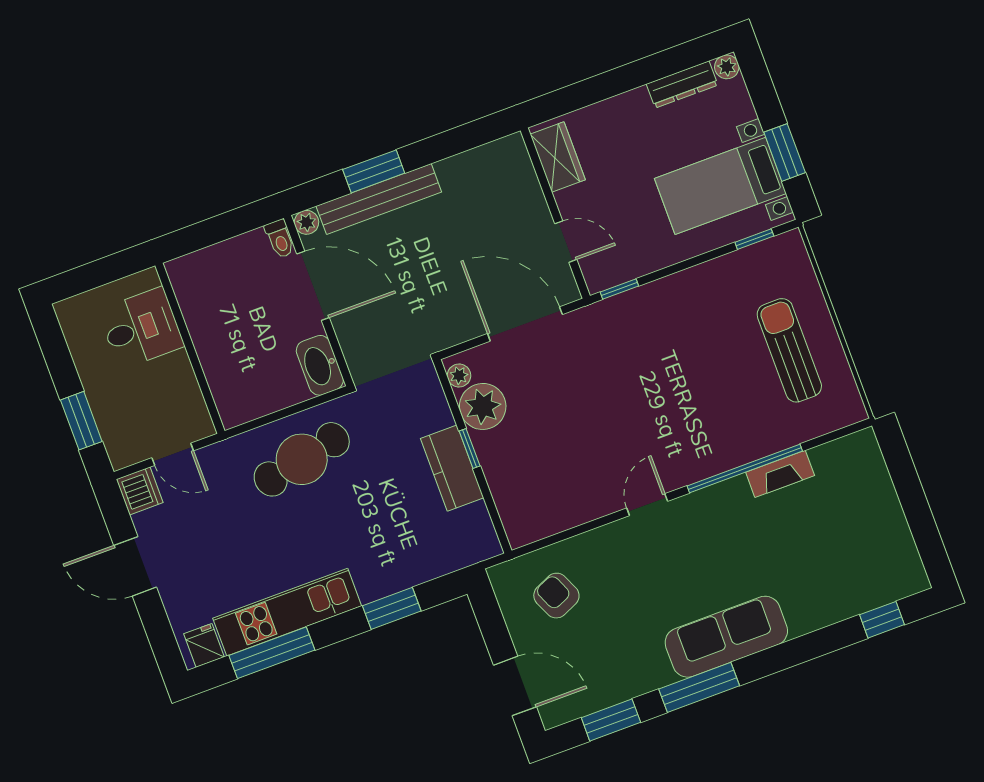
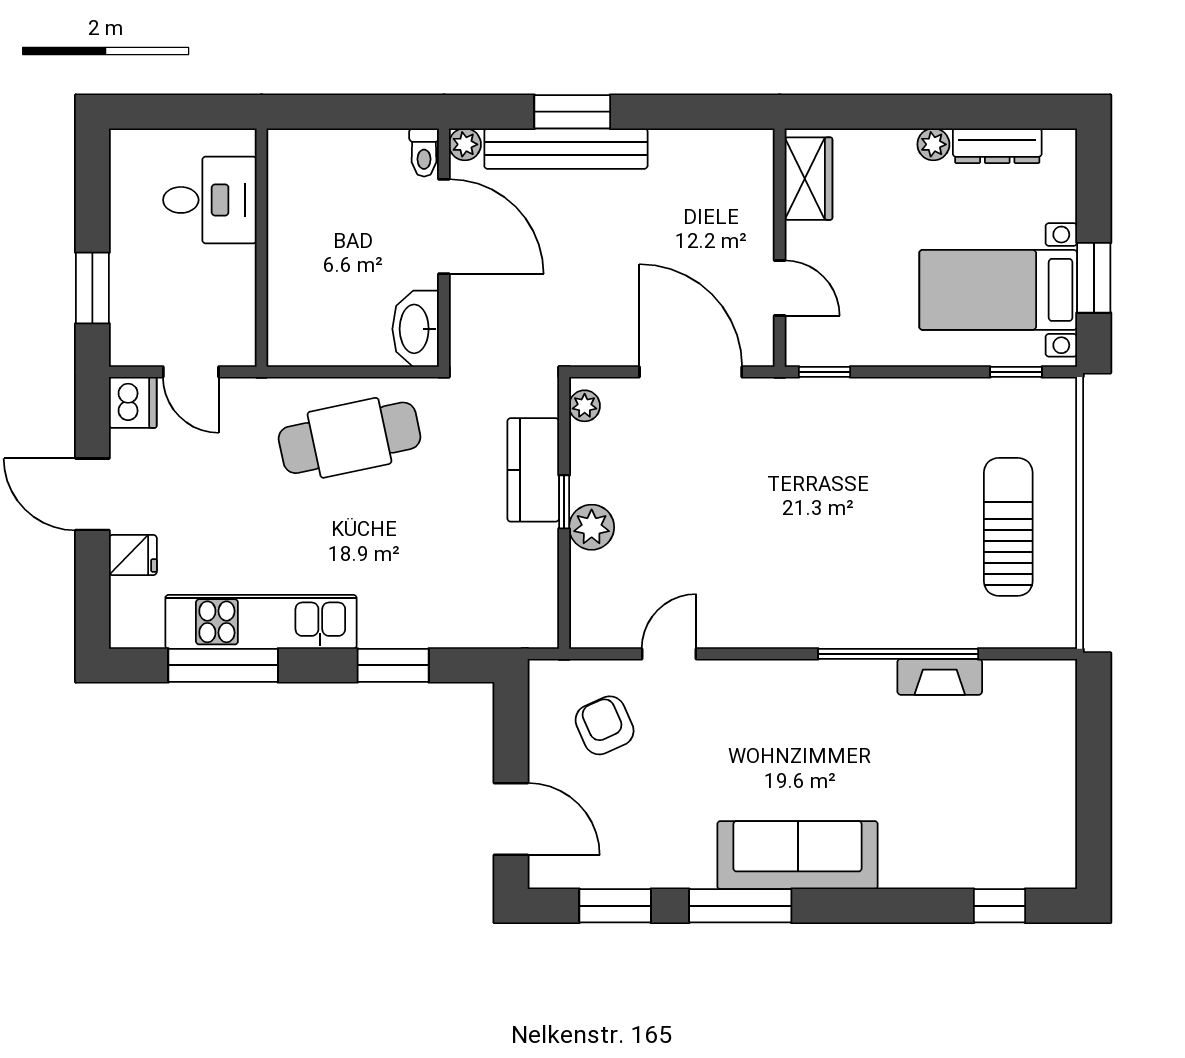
plant: (727, 67) -> (933, 144), moved
plant: (483, 406) -> (592, 527), moved, width x0.73, depth x0.73
kitchen counter: (452, 468) -> (533, 470), moved
door: (647, 505) -> (669, 654), moved
fridge: (204, 645) -> (133, 555), moved, turned 90

